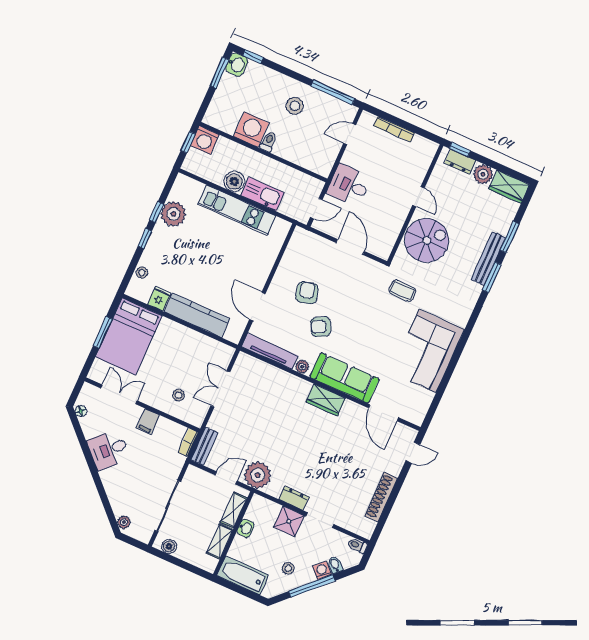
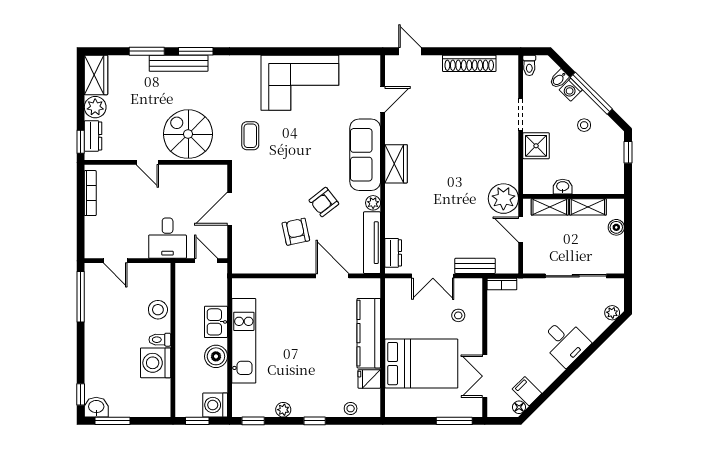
stool: (295, 106) -> (158, 310), moved
bookcase: (394, 129) -> (90, 193), moved
washing machine: (205, 140) -> (215, 405), moved, turned 180
kitchen sink: (262, 194) -> (216, 322), width x0.73
door: (418, 197) -> (147, 162), swing flipped
window: (157, 212) -> (253, 421), moved
plant: (173, 214) -> (283, 410), width x0.53, depth x0.53
armchair: (307, 293) -> (296, 232), turned 93
door: (257, 307) -> (332, 276), swing flipped
armchair: (321, 327) -> (324, 202), turned 79
window: (103, 332) -> (454, 421), moved
bed: (129, 336) -> (421, 364), moved
door: (383, 413) -> (383, 99), width x0.73
filing cabinet: (148, 422) -> (527, 391), moved, turned -135
bench: (204, 446) -> (475, 266), moved
desk: (109, 450) -> (565, 342), moved
dresser: (294, 498) -> (393, 253), moved, turned 180
boiler: (169, 547) -> (616, 227), moved
bathtub: (243, 575) -> (612, 168), removed
window: (250, 594) -> (628, 152), added

